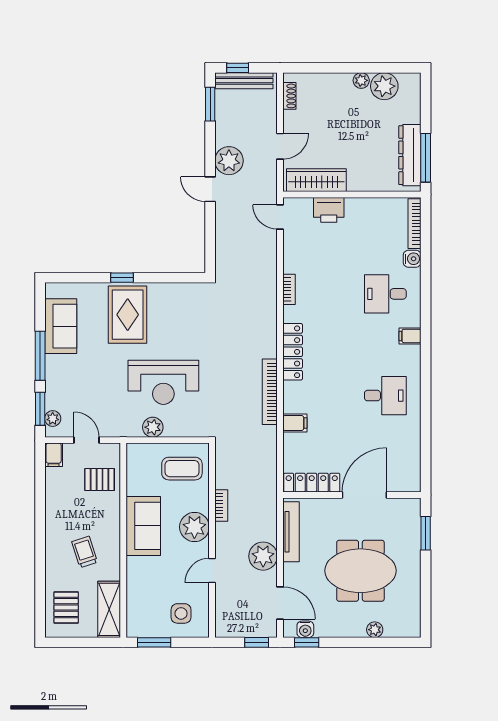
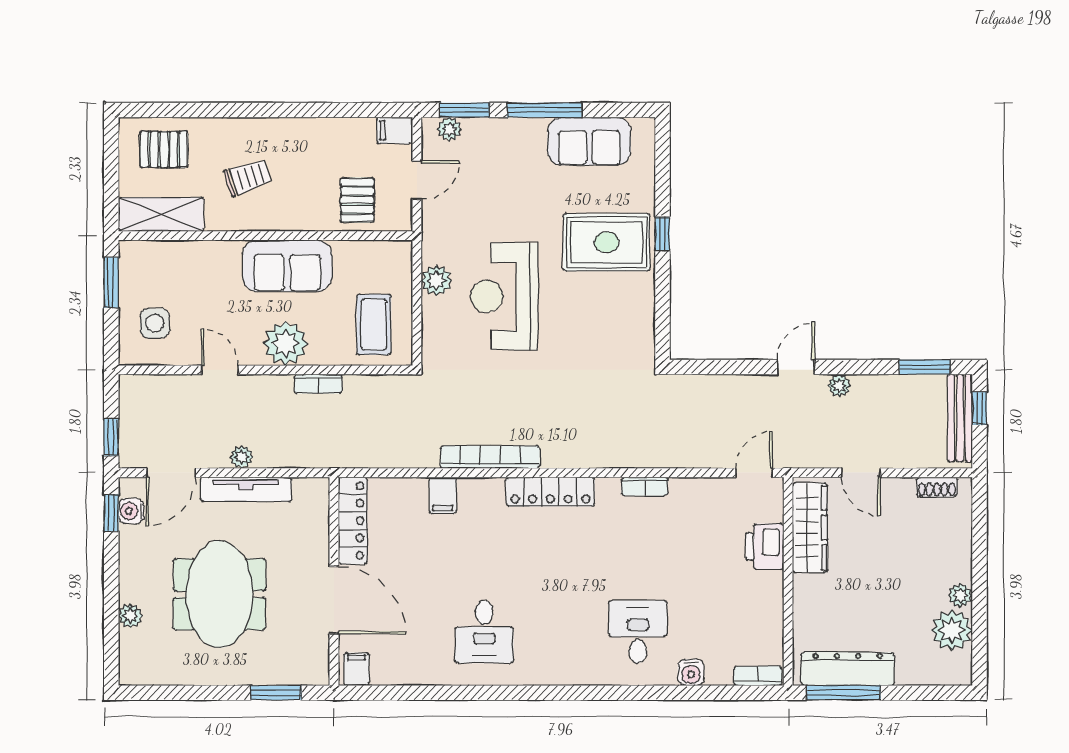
plant: (229, 161) -> (839, 386), width x0.53, depth x0.53
bookcase: (414, 224) -> (758, 676), width x0.64
filing cabinet: (410, 336) -> (357, 669), moved
tv unit: (291, 532) -> (246, 489), moved
plant: (263, 556) -> (242, 457), width x0.53, depth x0.53

